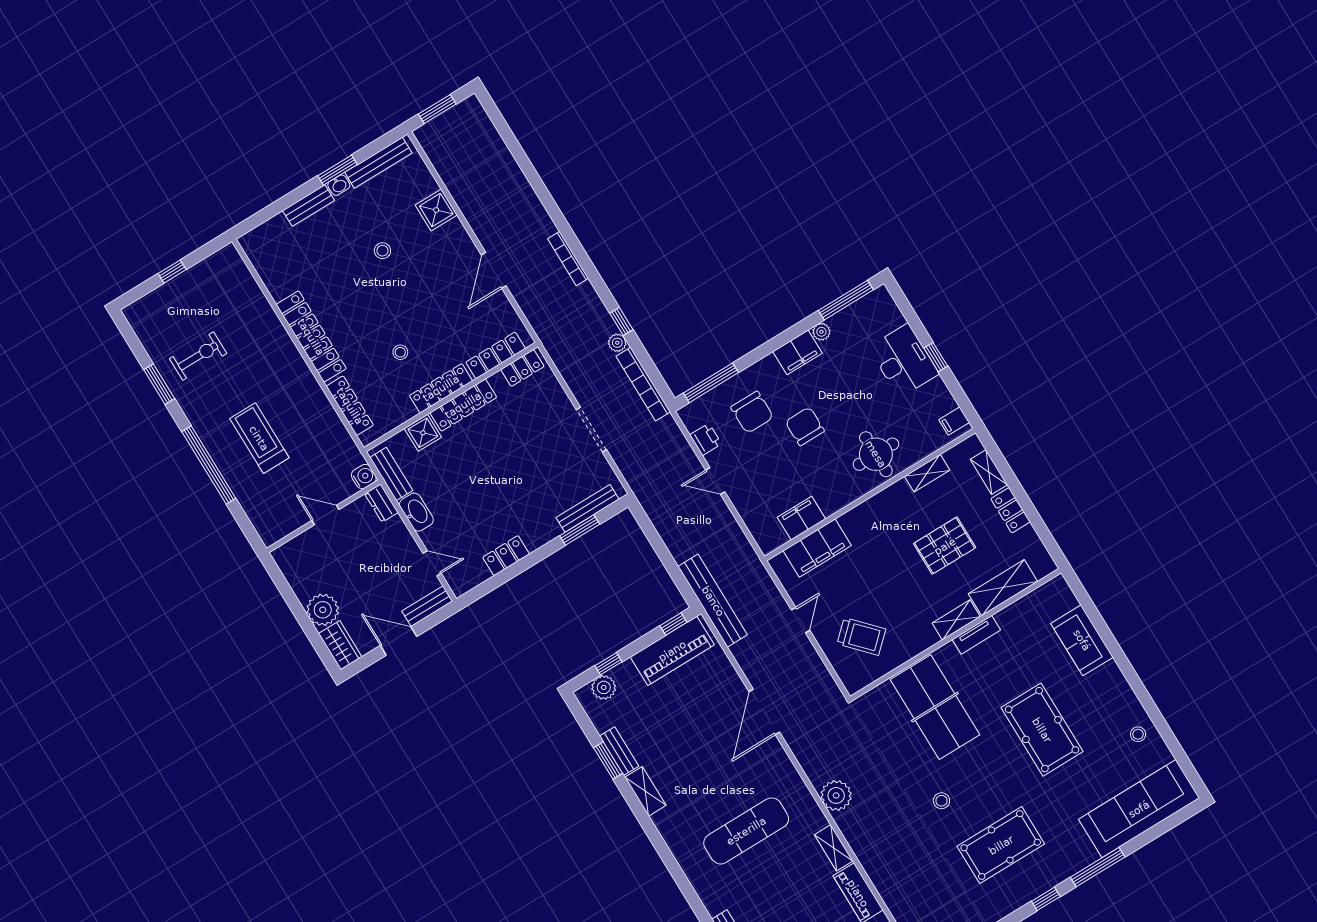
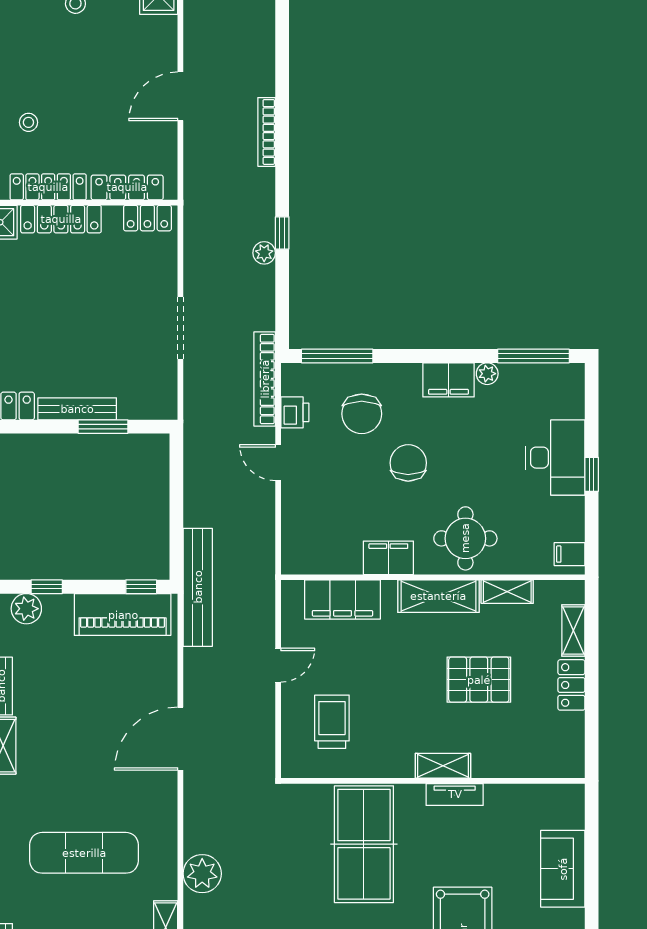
bookcase: (643, 384) -> (265, 379), moved
bench: (587, 508) -> (77, 409), moved
filing cabinet: (801, 518) -> (388, 558), moved
shelving: (1003, 588) -> (438, 596), moved
trolley: (861, 636) -> (332, 722), turned -137

